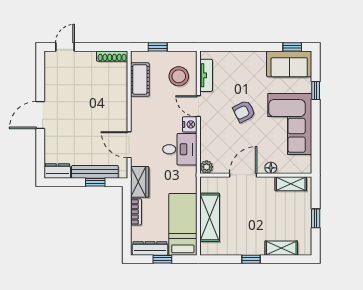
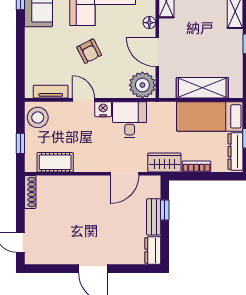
stool: (179, 76) -> (38, 117), moved
door: (198, 106) -> (84, 100), swing flipped
plant: (207, 167) -> (142, 85), width x1.88, depth x1.88
bench: (95, 172) -> (154, 217), width x0.73

